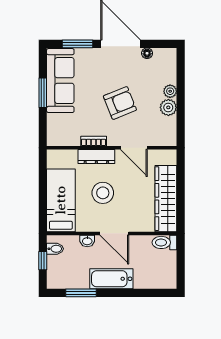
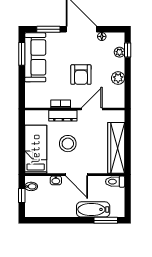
window: (181, 71) -> (128, 50), added
plant: (170, 91) -> (119, 52), moved
window: (43, 93) -> (22, 54), moved
armchair: (120, 103) -> (81, 75), turned 112
door: (134, 148) -> (92, 109), swing flipped
bathtub: (111, 279) -> (93, 209), moved
window: (81, 293) -> (106, 220), moved

